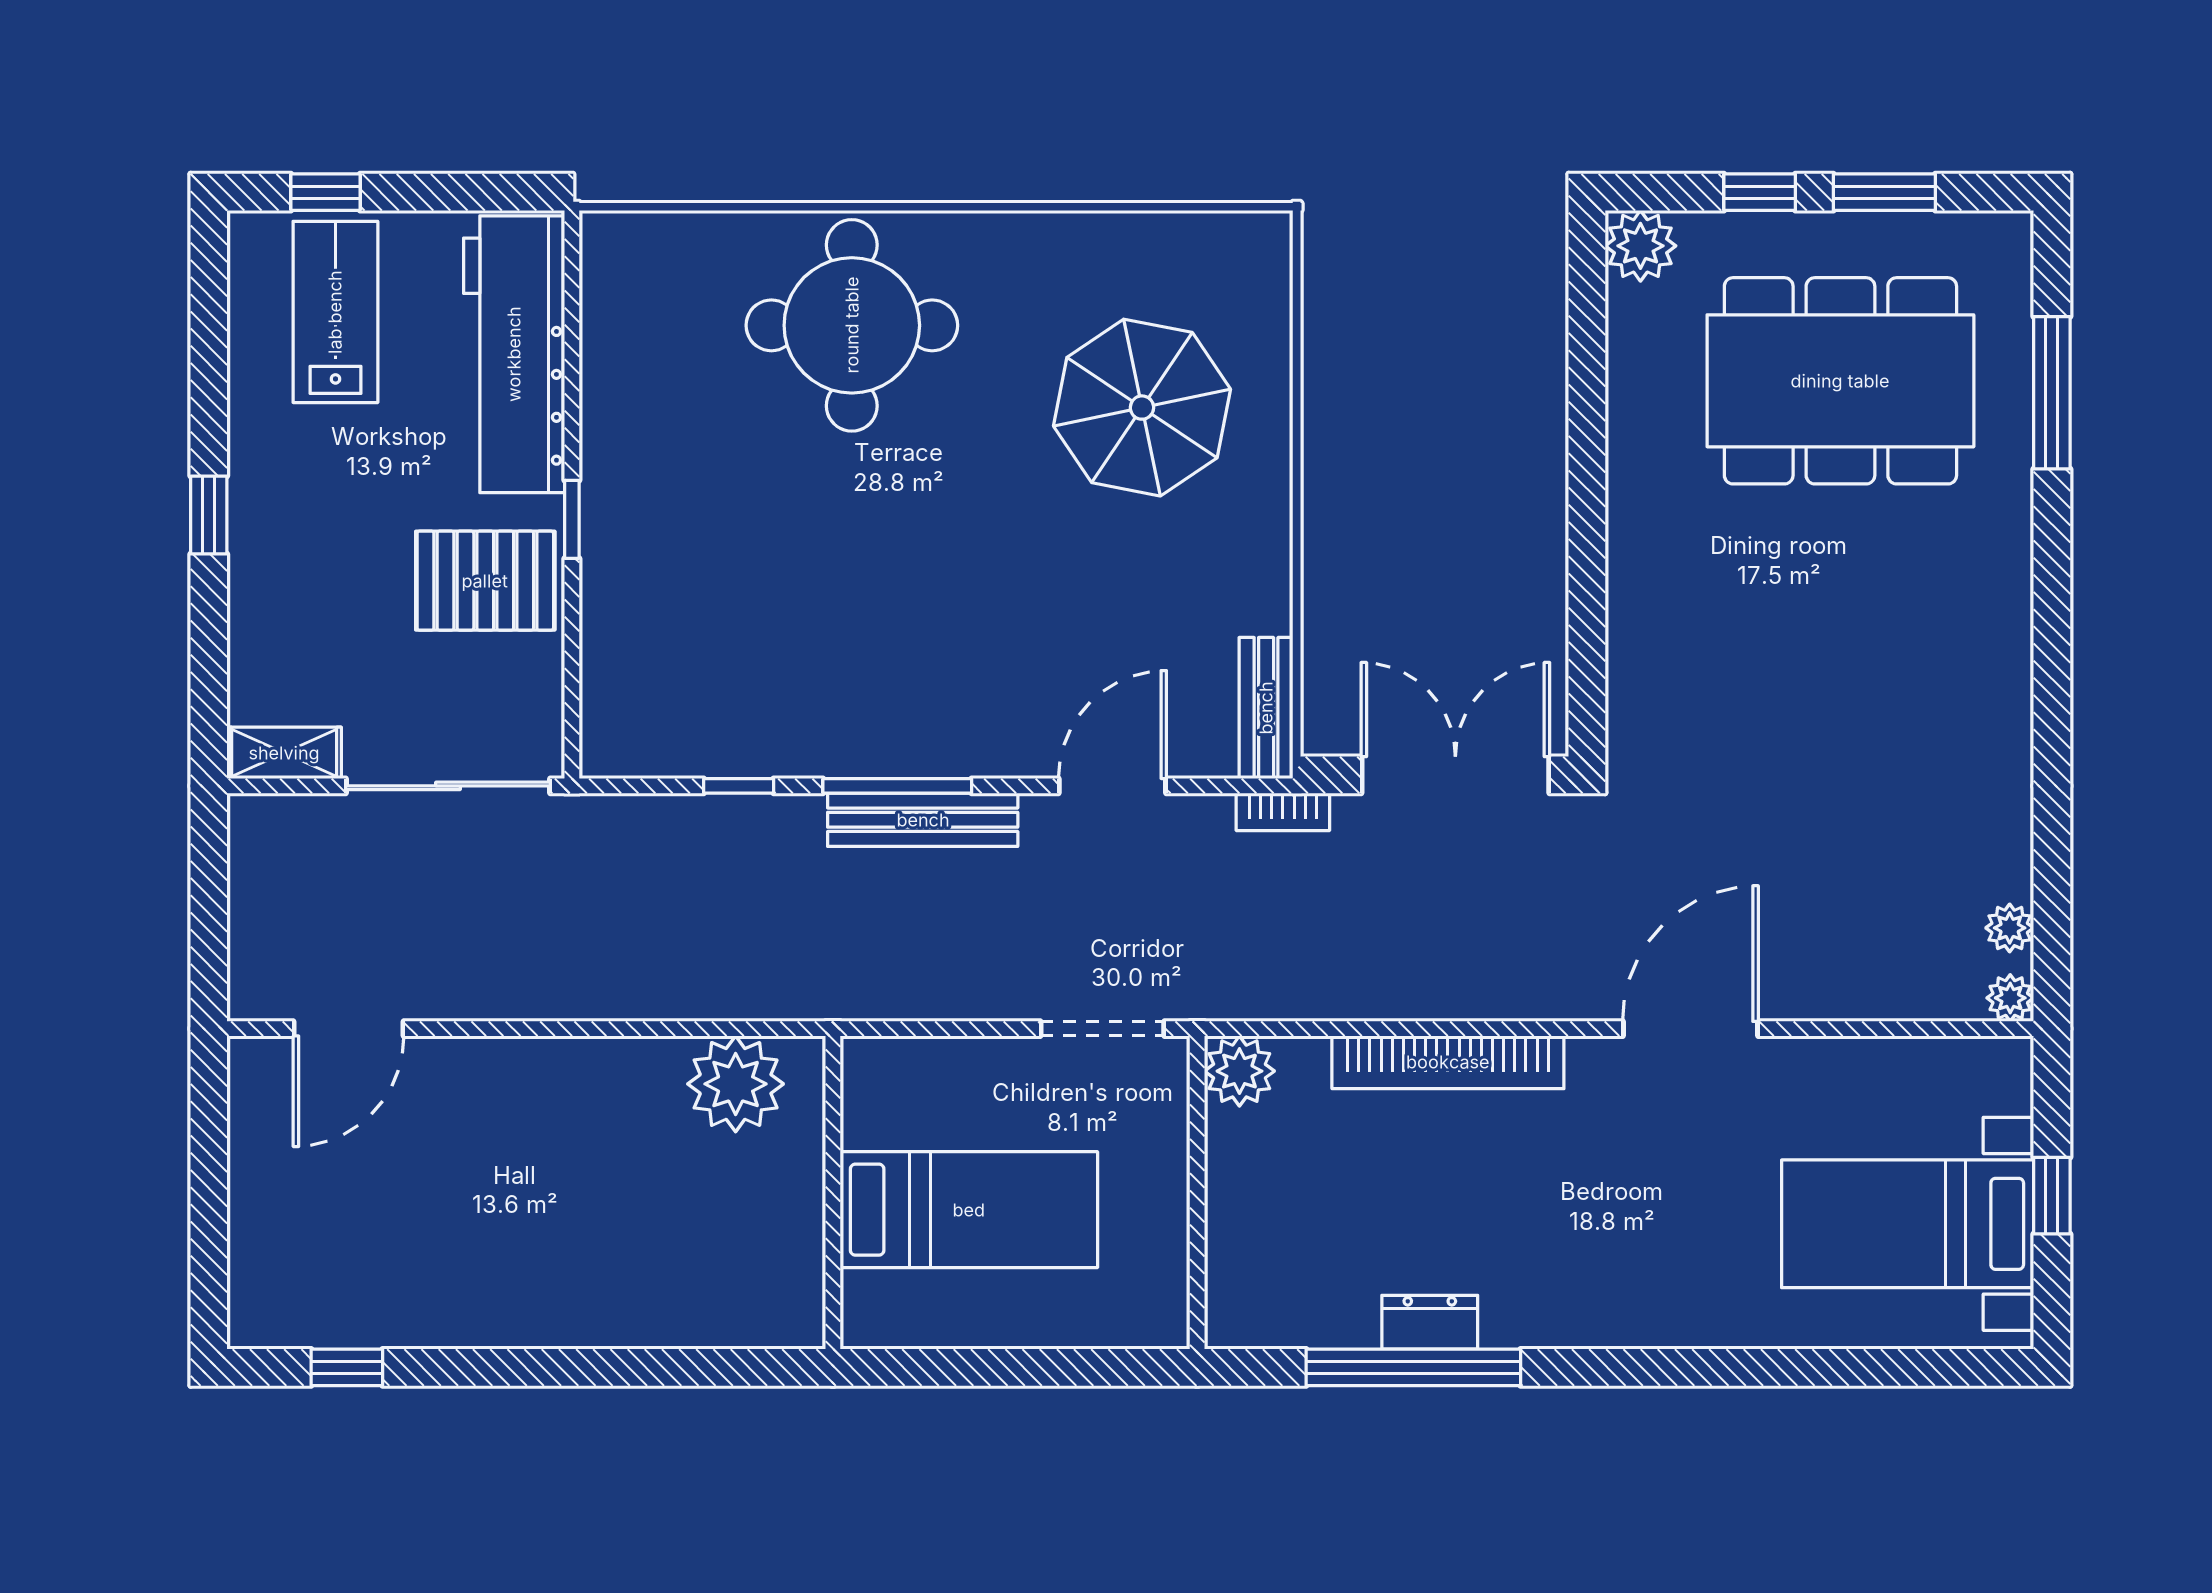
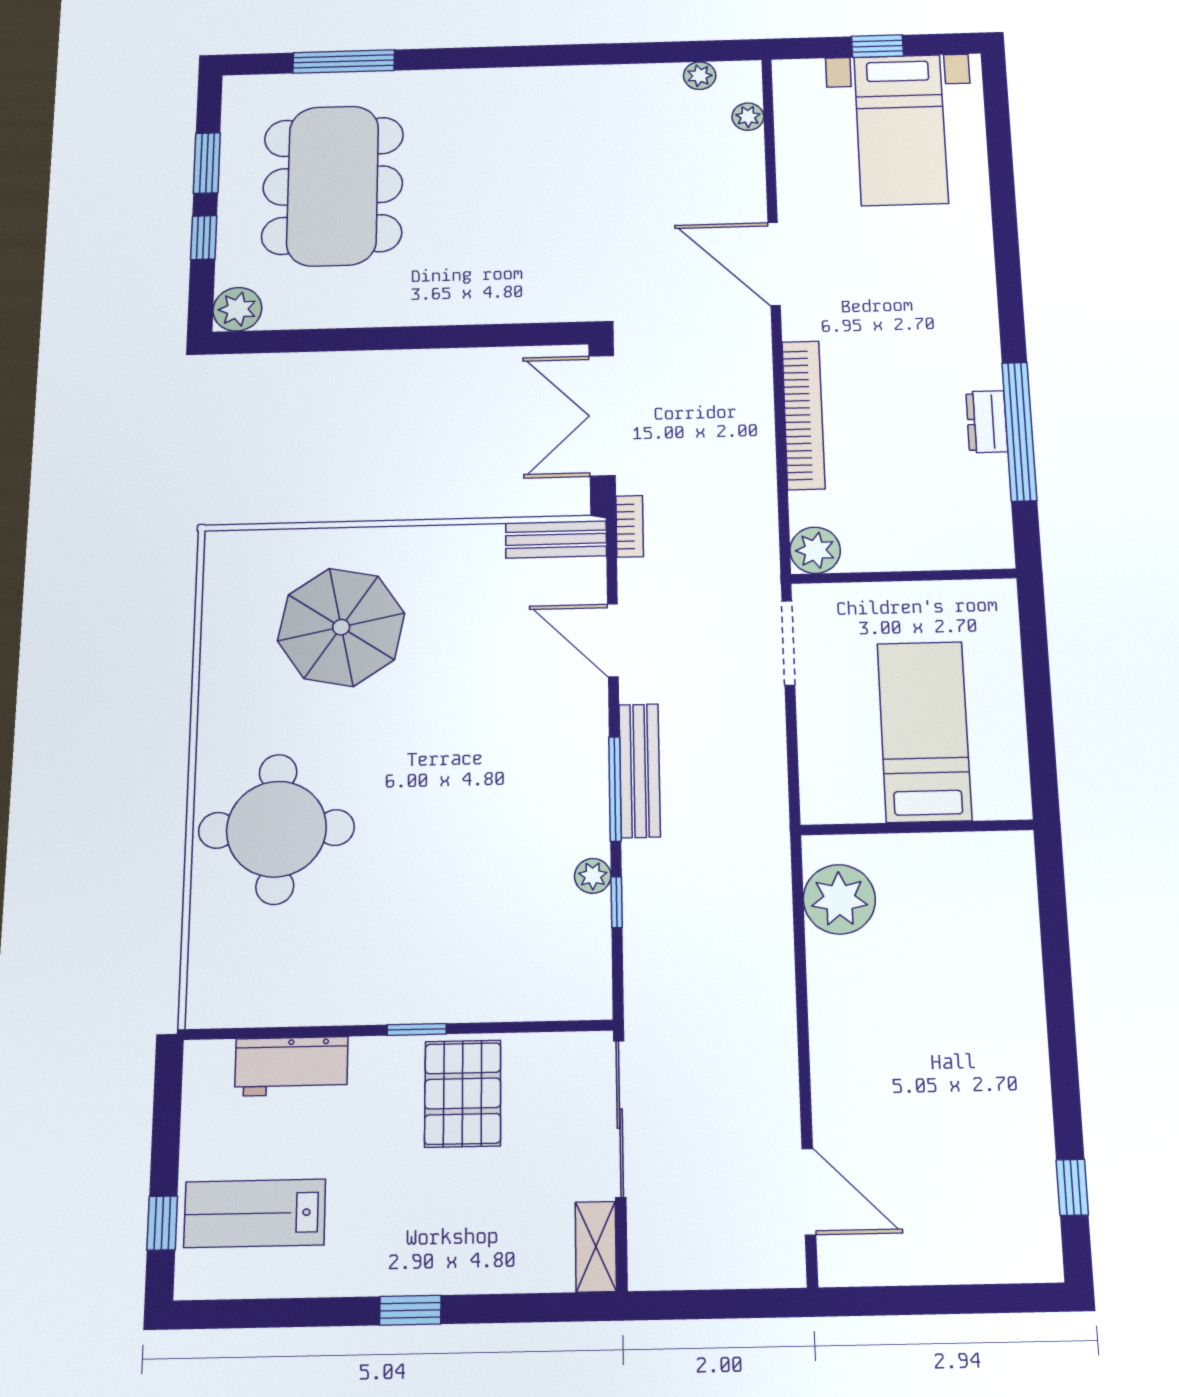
workbench: (514, 354) -> (291, 1066), width x0.53, depth x0.76
plant: (776, 754) -> (593, 876), added
plant: (2010, 998) -> (748, 117), moved

